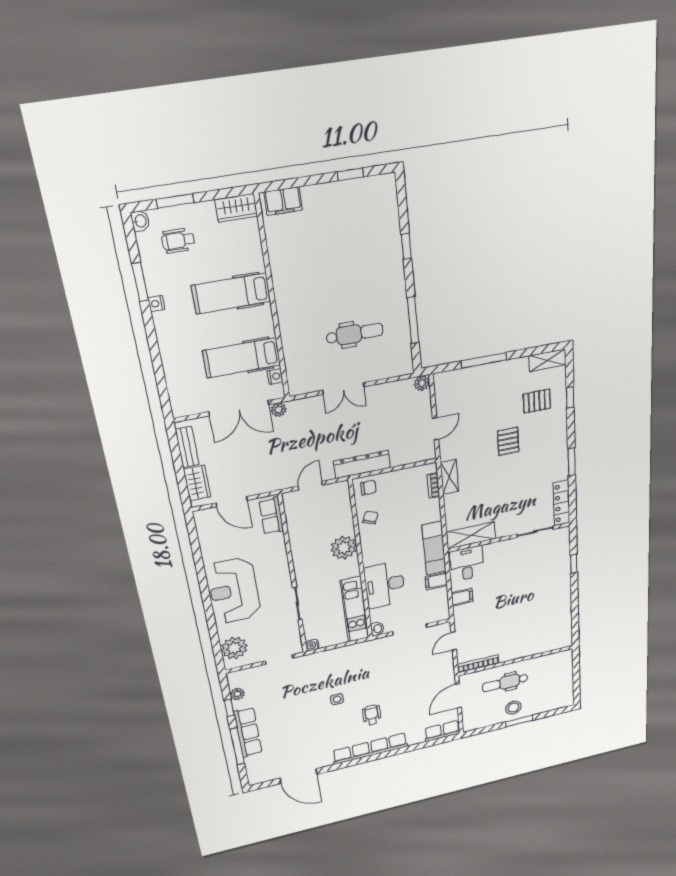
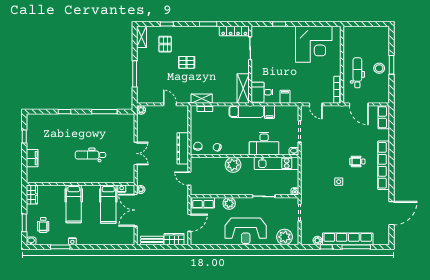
filing cabinet: (283, 201) -> (32, 158), moved
dental chair: (355, 334) -> (90, 155), moved, turned -90
double door: (239, 408) -> (136, 210), swing flipped
plant: (277, 556) -> (229, 203), added
corner desk: (545, 617) -> (314, 44), added
dental chair: (505, 683) -> (357, 73), turned 180
row of seats: (248, 732) -> (348, 239), width x1.36

